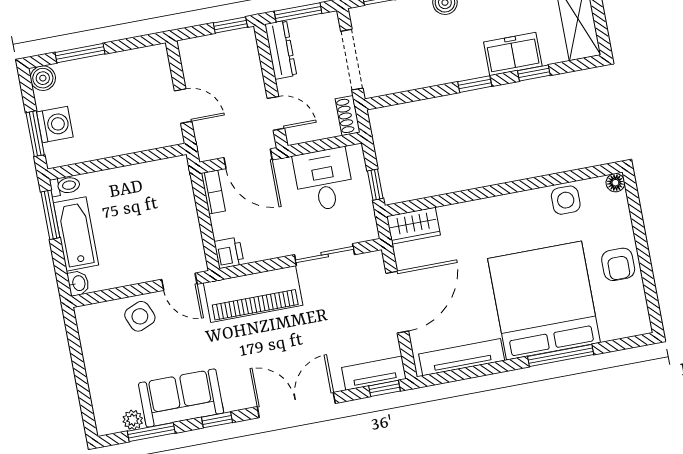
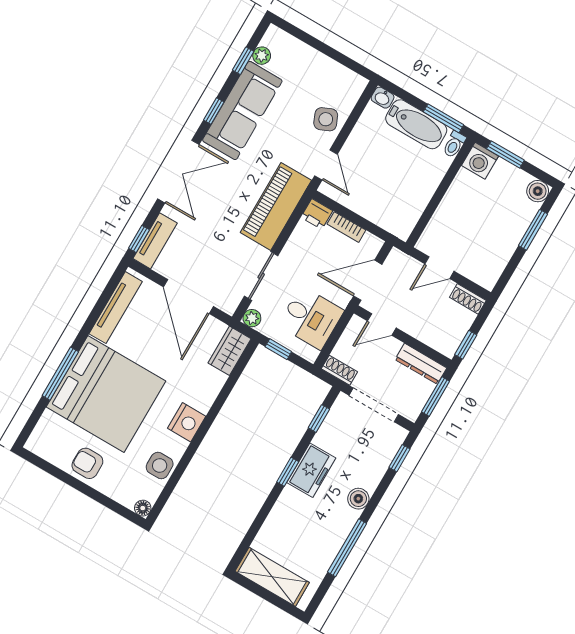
freezer: (513, 54) -> (311, 470), moved
shoe rack: (189, 58) -> (468, 299), added
window: (534, 73) -> (319, 419), moved
washing machine: (55, 124) -> (480, 161), moved
bookcase: (213, 192) -> (346, 227), moved
nightstand: (508, 209) -> (187, 422), added
plant: (368, 231) -> (252, 318), added
door: (179, 282) -> (326, 165), swing flipped
sofa: (181, 398) -> (242, 110), width x1.36
window: (151, 432) -> (243, 61), width x0.67

